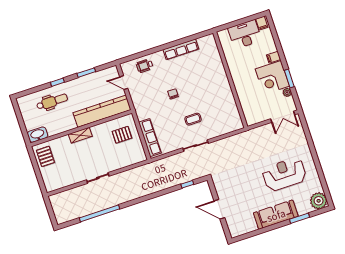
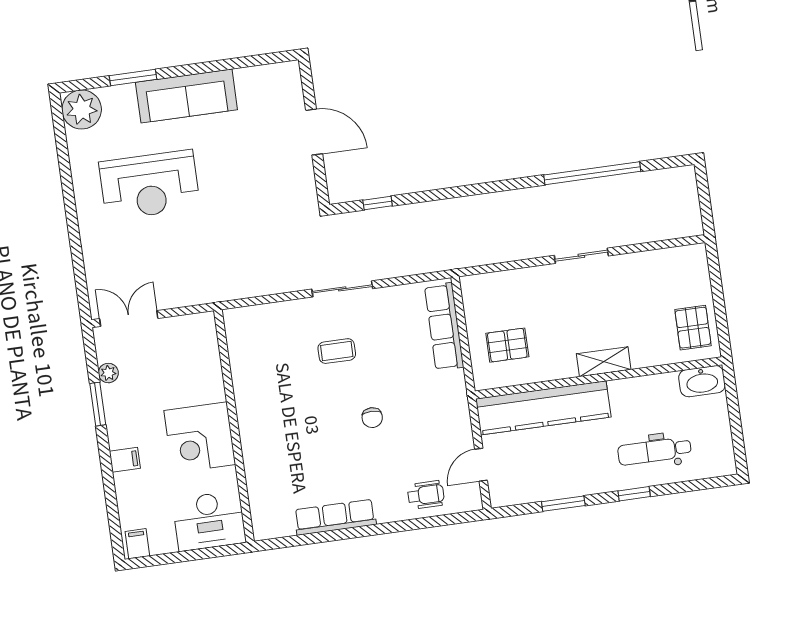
desk: (245, 34) -> (209, 521), moved
corner desk: (272, 78) -> (200, 438), moved, turned 180
door: (124, 83) -> (481, 465), swing flipped

